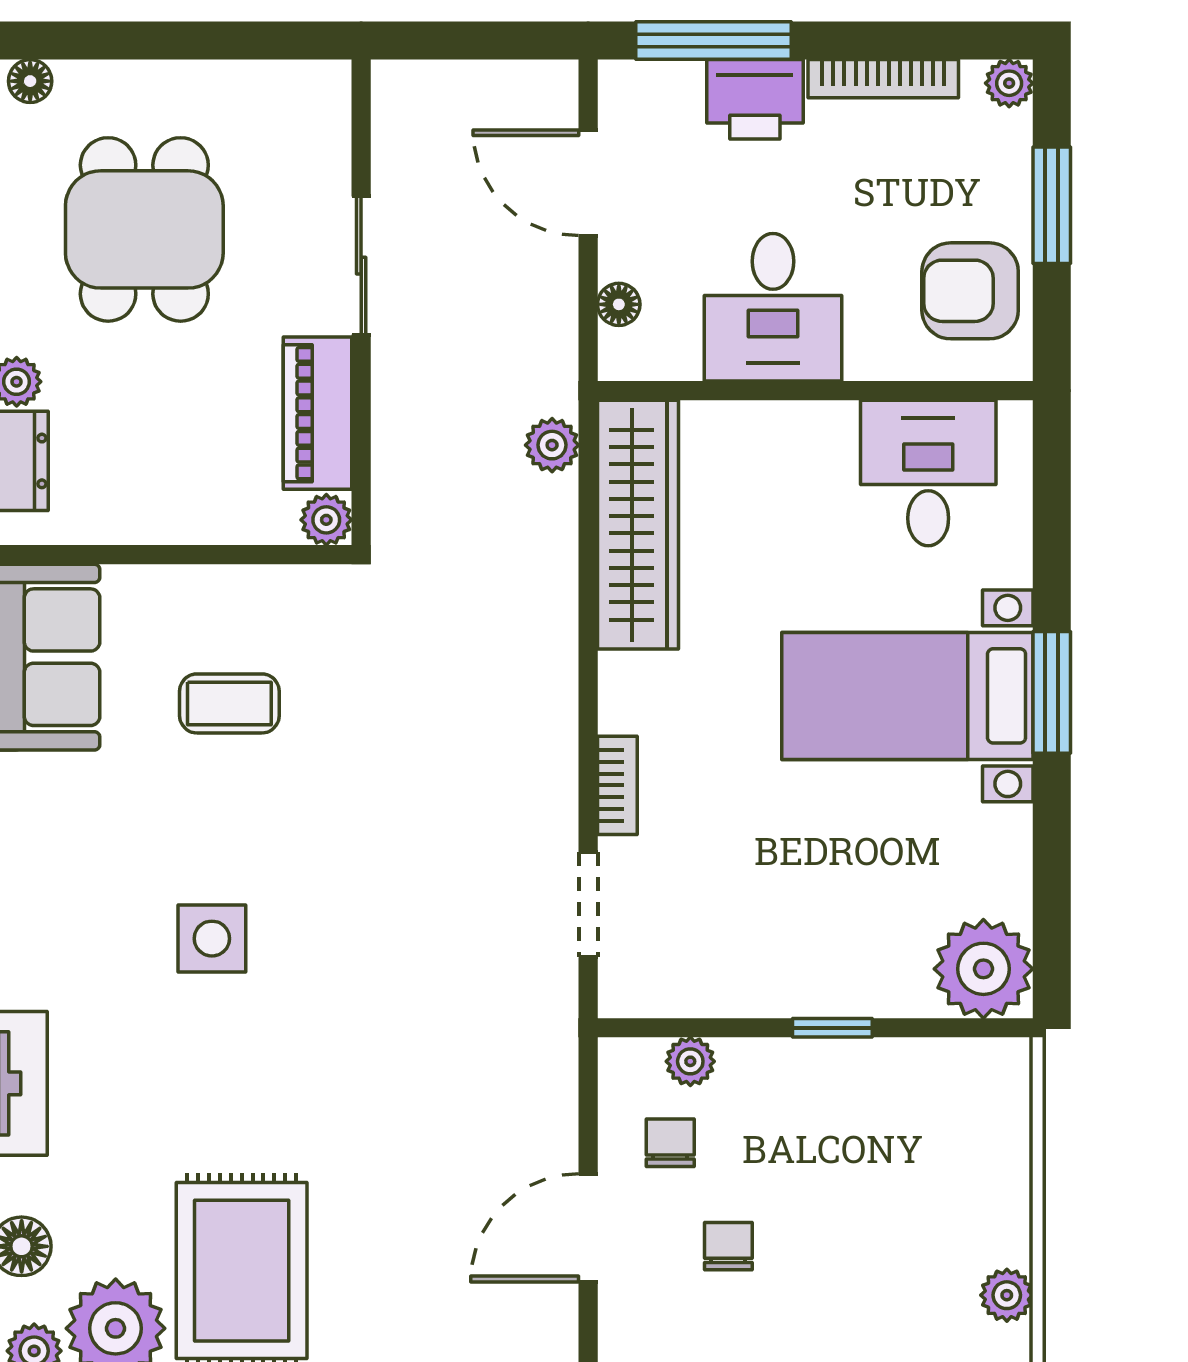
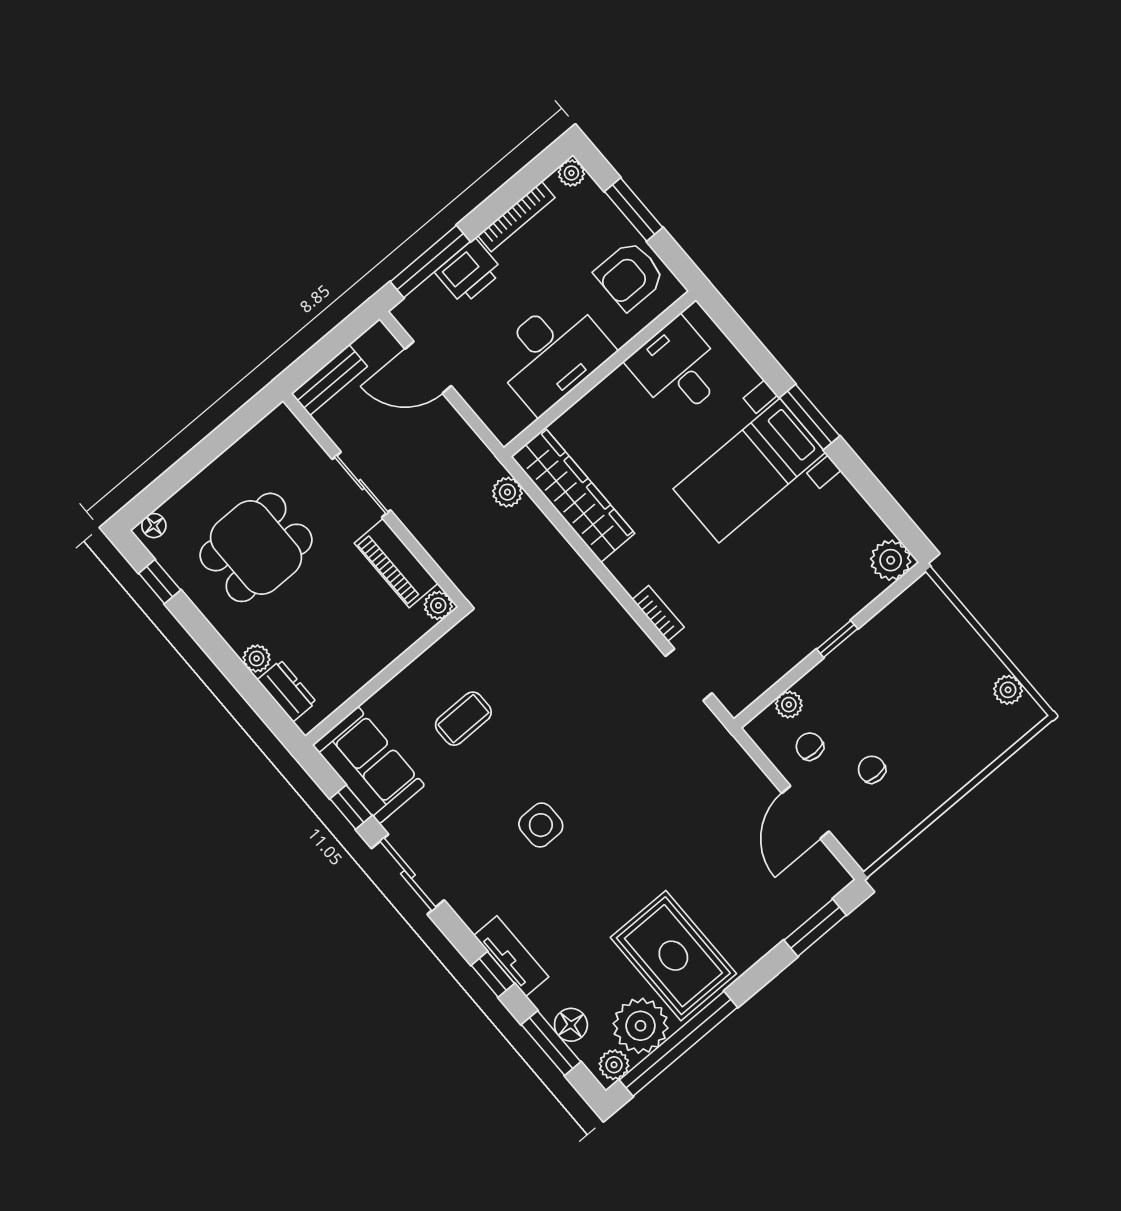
bench: (438, 85) -> (329, 380), added
dining table: (144, 229) -> (256, 547), turned 90
floor lamp: (619, 304) -> (485, 408), removed
desk: (773, 307) -> (552, 354), width x1.37
plant: (983, 969) -> (891, 560), width x0.73, depth x0.73

